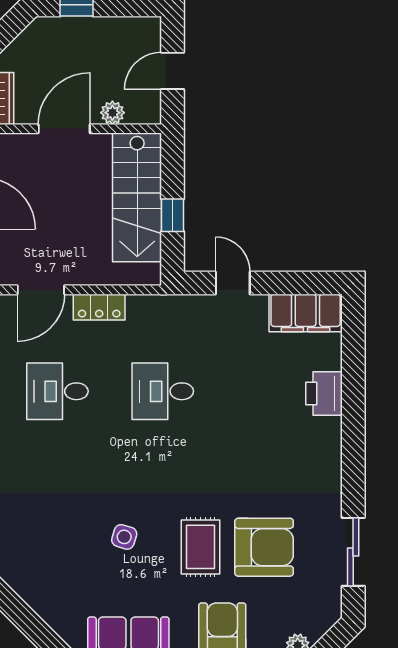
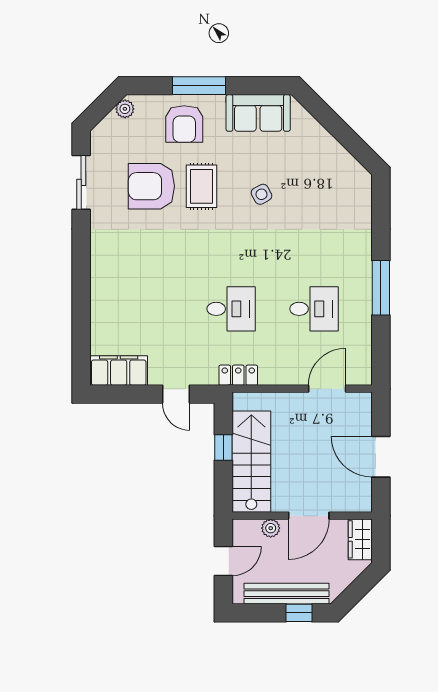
bench: (92, 29) -> (287, 594), added
locker: (99, 307) -> (238, 375), moved
printer: (324, 394) -> (104, 307), removed
side table: (124, 537) -> (261, 194), turned 45

